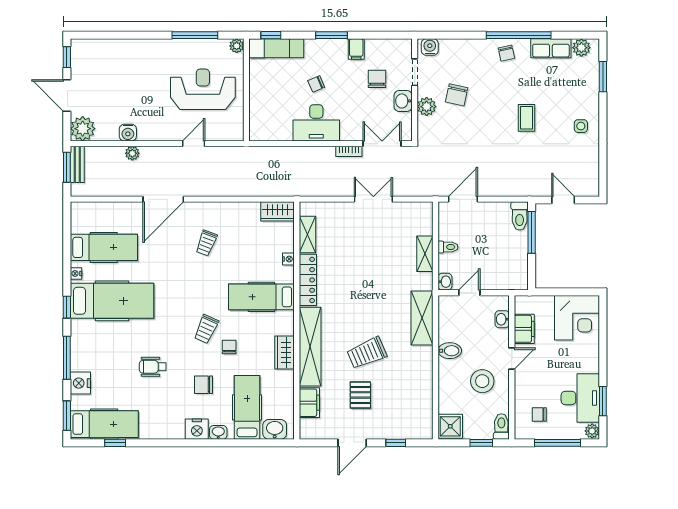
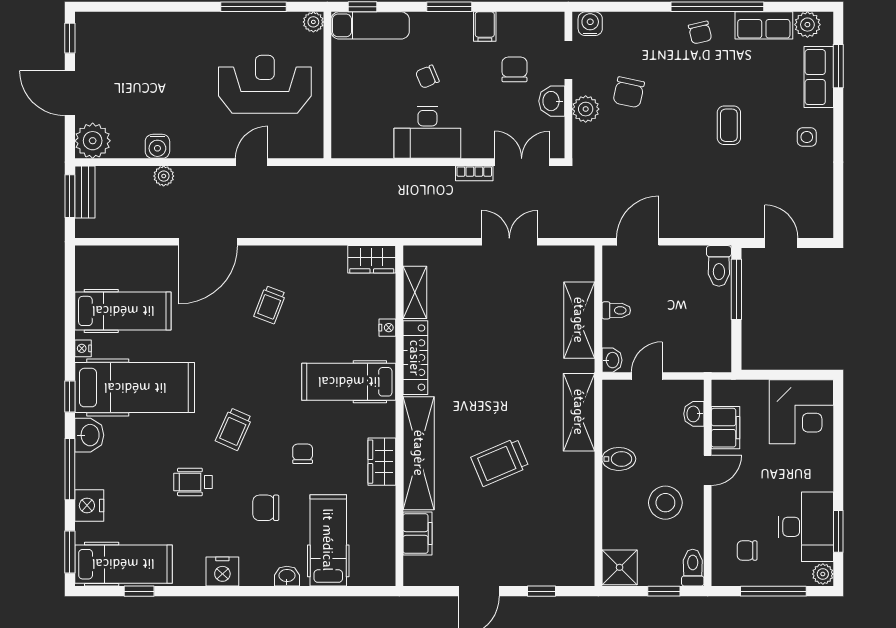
row of seats: (589, 84) -> (819, 77), added
shelving: (425, 254) -> (579, 320), width x1.50, depth x1.33
trolley: (206, 329) -> (234, 429), moved
pallet: (360, 395) -> (491, 523), removed
nightstand: (197, 429) -> (222, 571), moved
washbasin: (275, 429) -> (89, 435), moved, turned 90

